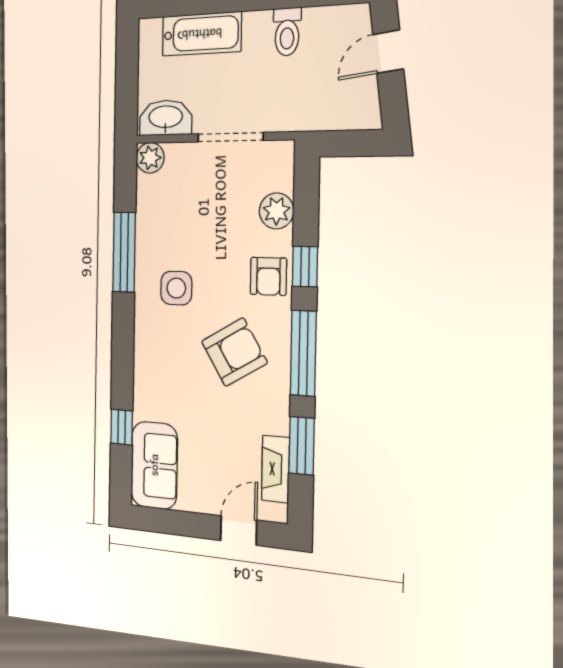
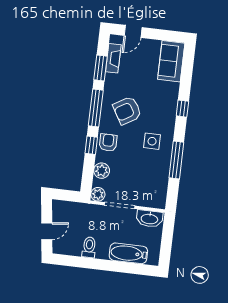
plant: (150, 158) -> (98, 194), moved
window: (122, 427) -> (182, 109), moved

